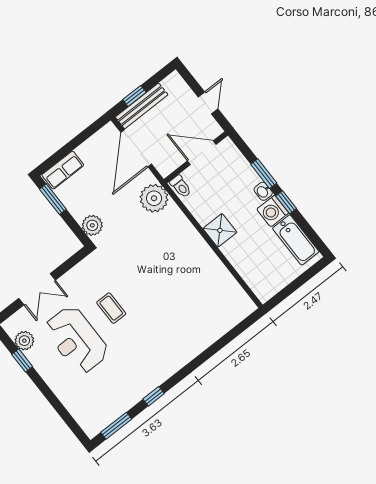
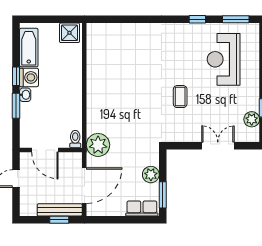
plant: (92, 225) -> (151, 175), moved
shower: (220, 230) -> (69, 33), moved
reception desk: (76, 340) -> (224, 59), moved, turned 180

